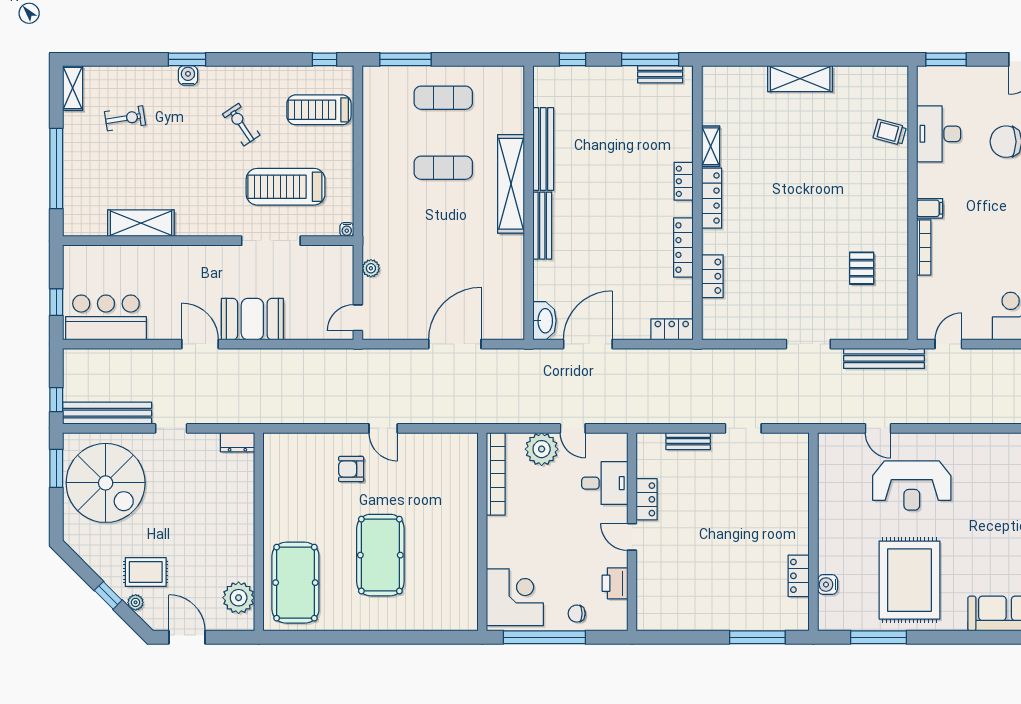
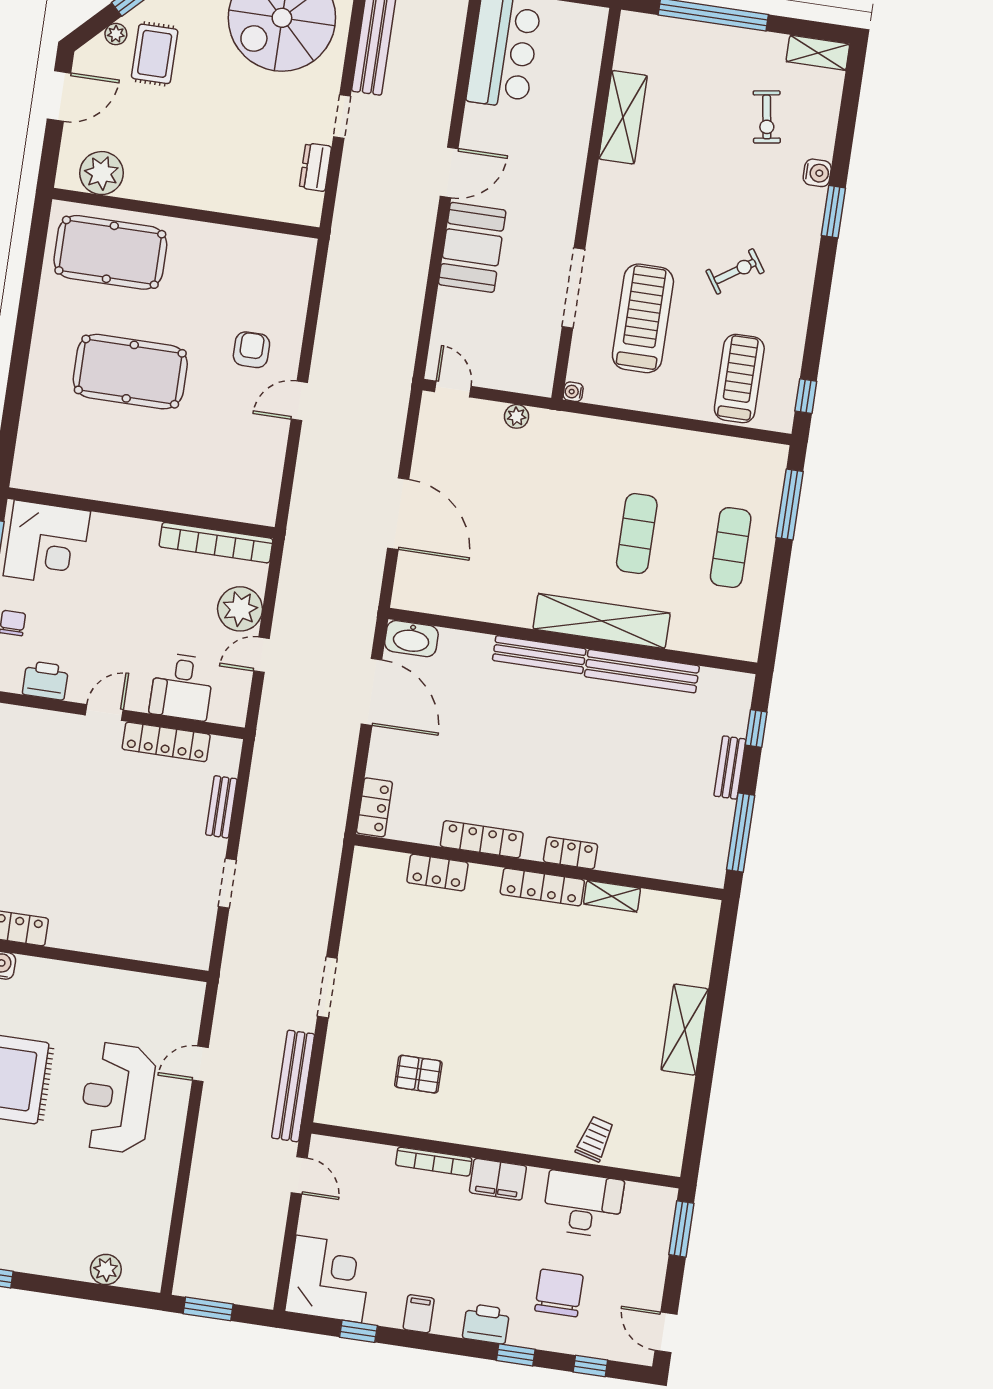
bench: (660, 74) -> (730, 768), moved
water cooler: (188, 75) -> (817, 173), moved
filing cabinet: (930, 208) -> (498, 1179), width x2.00
dresser: (237, 442) -> (315, 167), moved
locker: (647, 499) -> (166, 742), width x1.53

